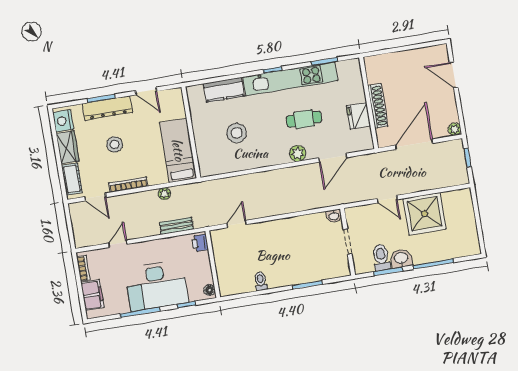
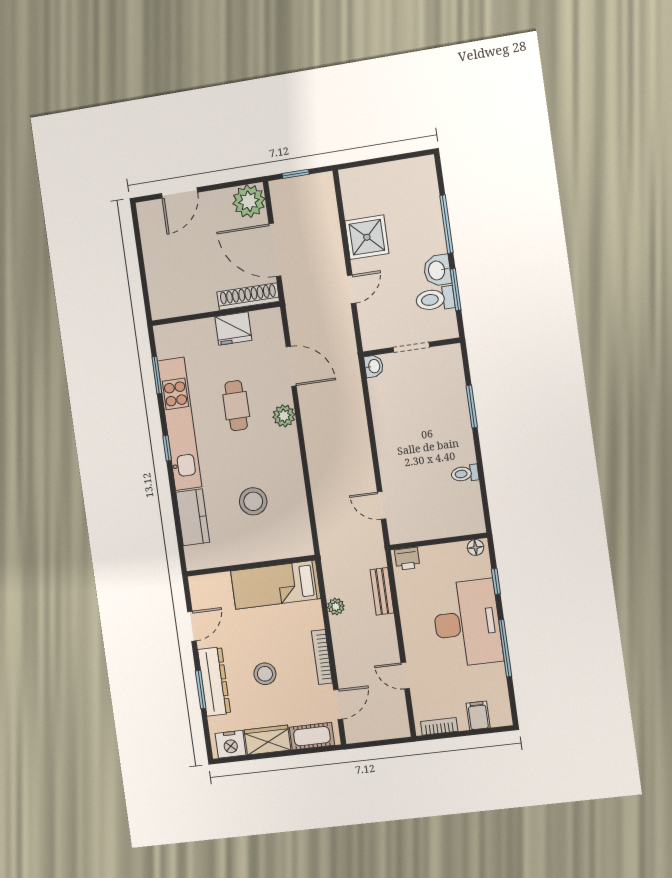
shoe rack: (378, 106) -> (248, 297), moved
plant: (455, 129) -> (249, 201), width x1.87, depth x1.87
shower: (425, 214) -> (367, 237), width x0.73, depth x0.73
filing cabinet: (92, 295) -> (478, 715), width x0.50

